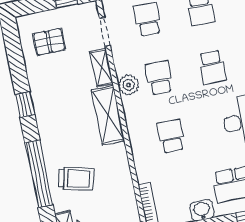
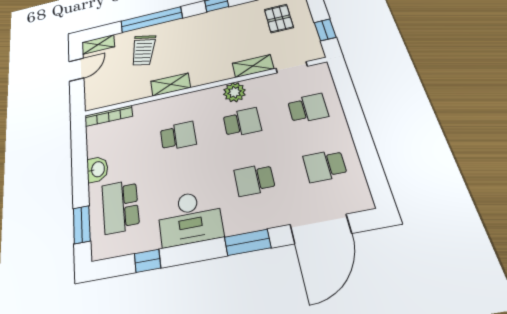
shelving: (108, 115) -> (170, 84), moved, width x0.67, depth x0.75

